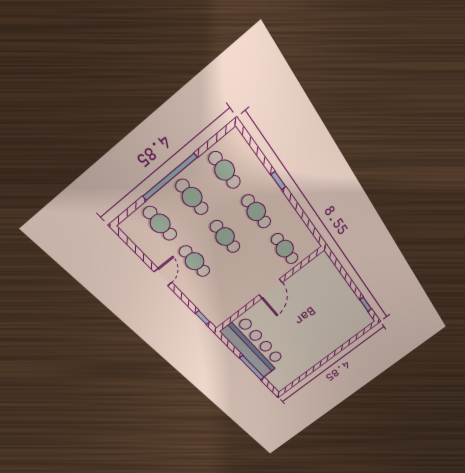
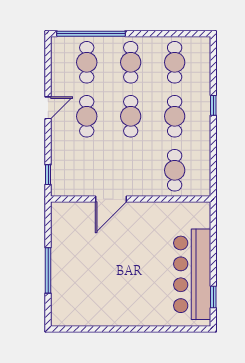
window: (170, 177) -> (91, 34), moved
door: (271, 289) -> (111, 199), moved
bar counter: (254, 346) -> (192, 274), moved, turned 180

